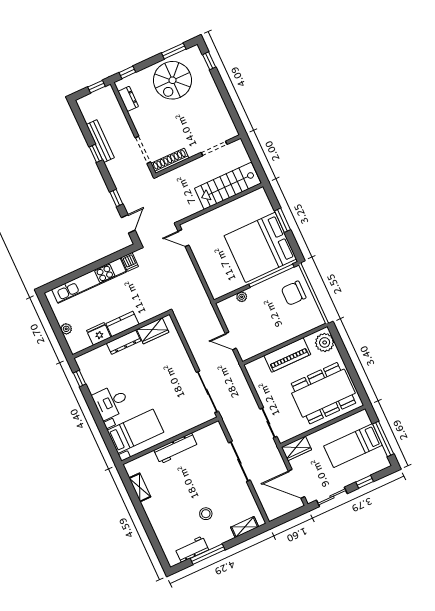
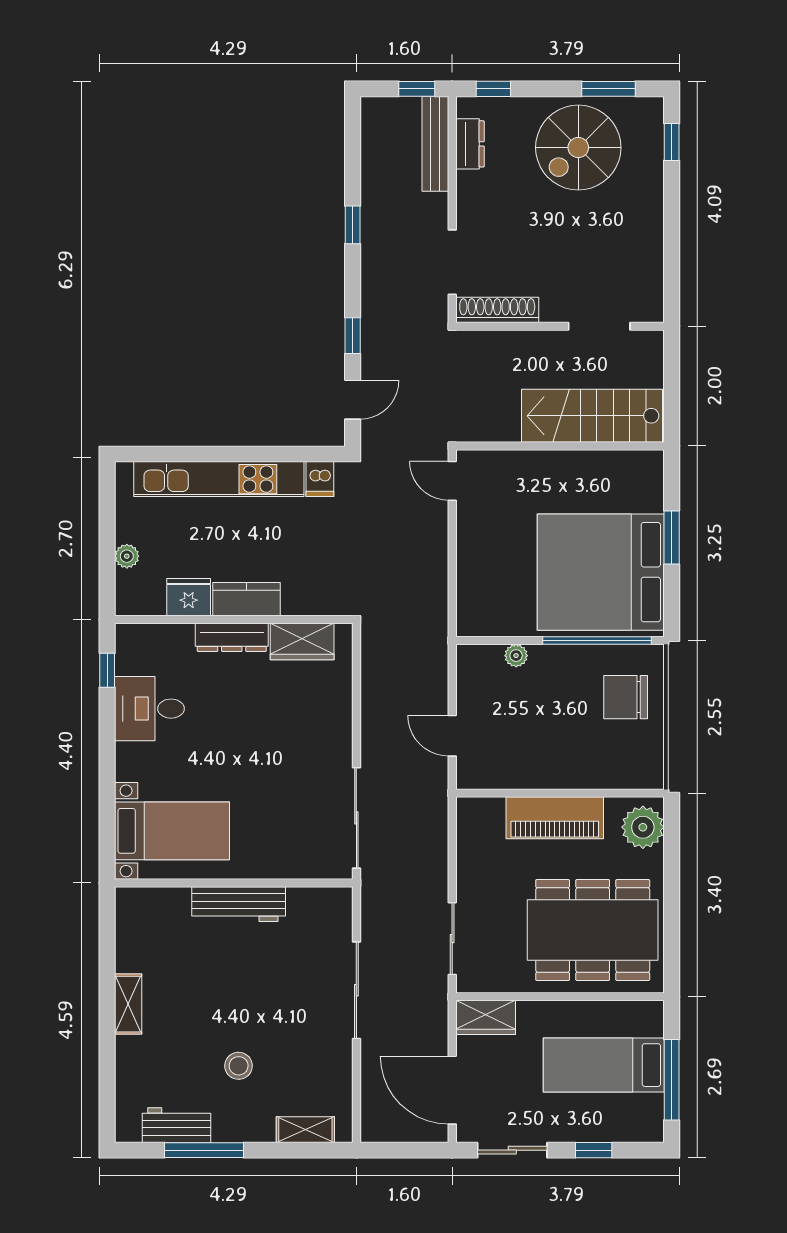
bench: (100, 141) -> (435, 144), moved
desk: (111, 402) -> (149, 709), moved
shelving: (140, 487) -> (128, 1004), moved

